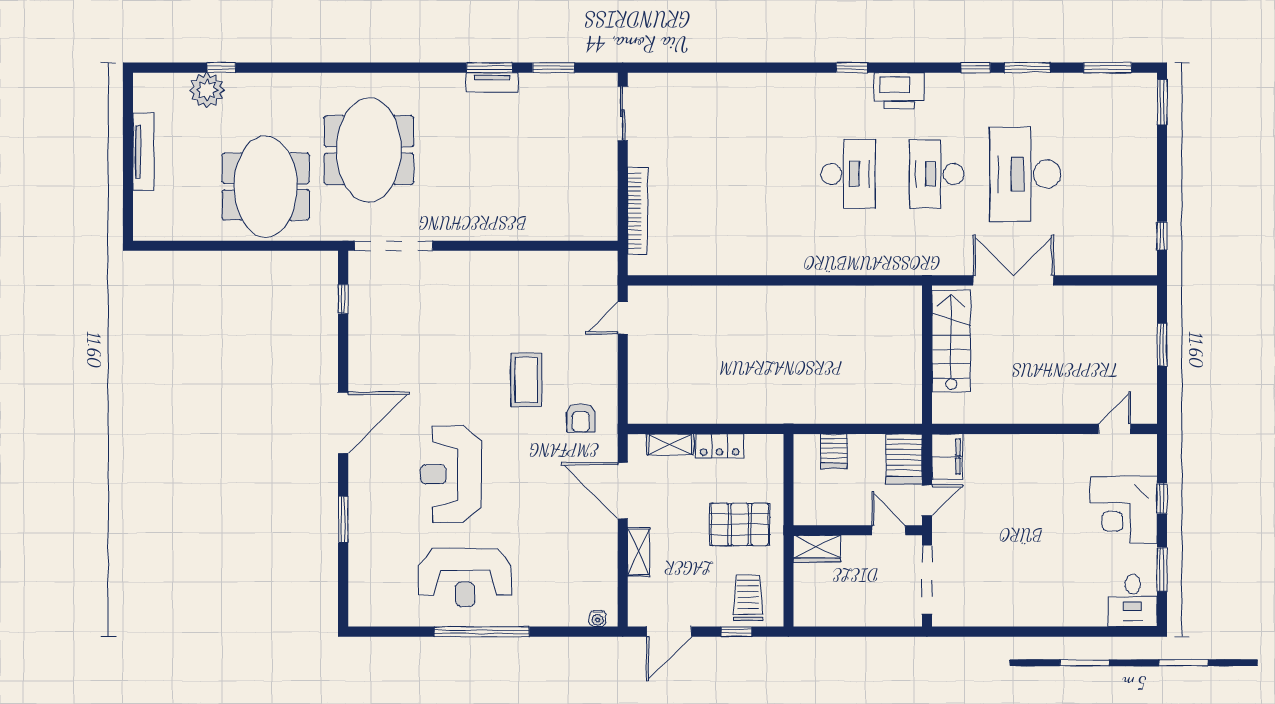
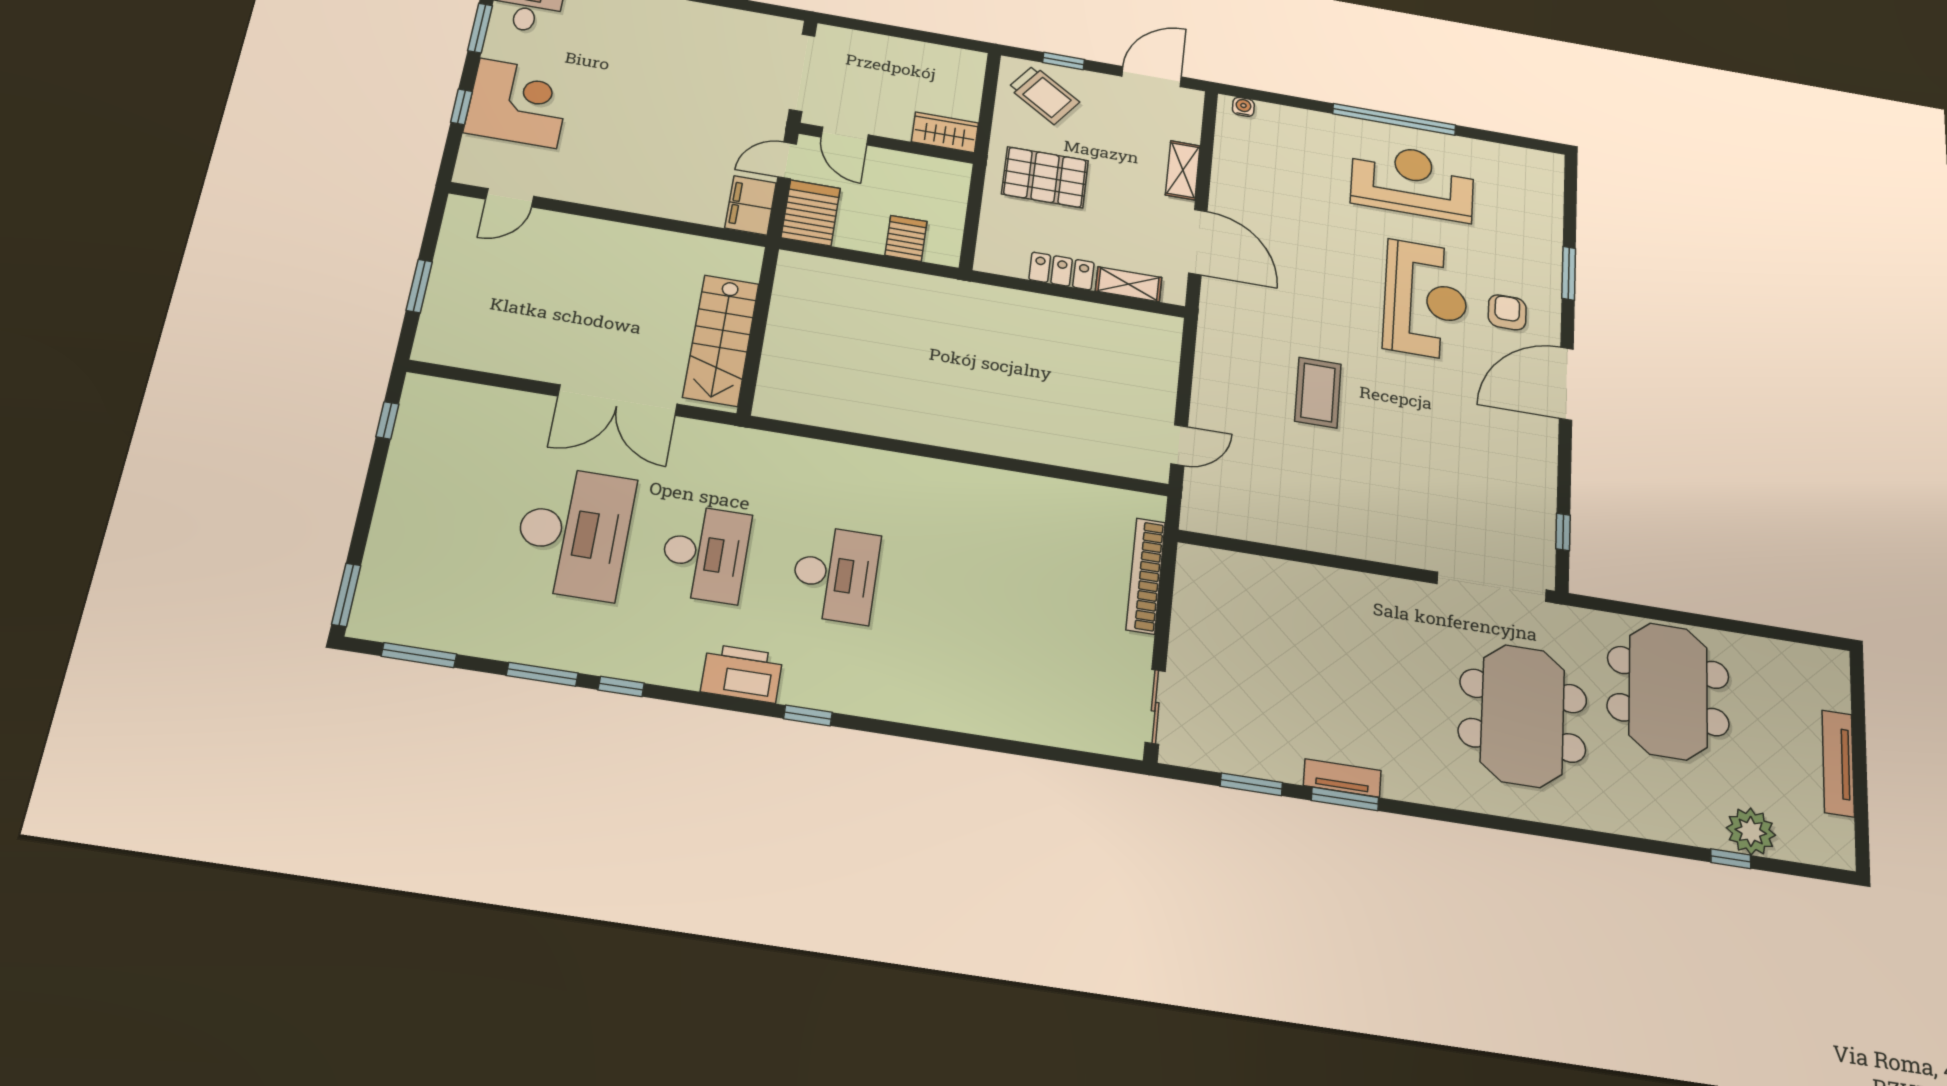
desk: (848, 174) -> (835, 574), turned 180
armchair: (581, 418) -> (1507, 312), moved
trolley: (748, 598) -> (1044, 95), turned -55

